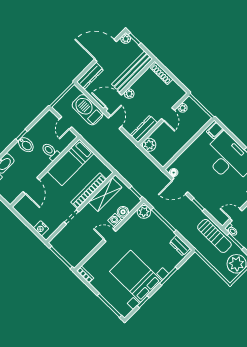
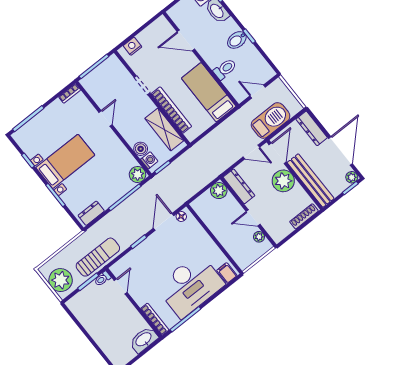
plant: (129, 94) -> (283, 181), width x1.87, depth x1.87
washing machine: (115, 220) -> (149, 160), moved
door: (110, 235) -> (106, 118), moved
sun lounger: (214, 236) -> (98, 257), turned 180
bed with nightstands: (136, 276) -> (65, 161), width x0.73

